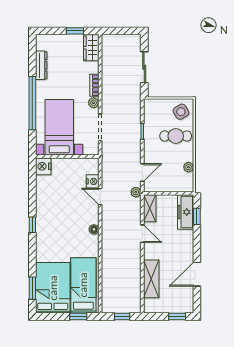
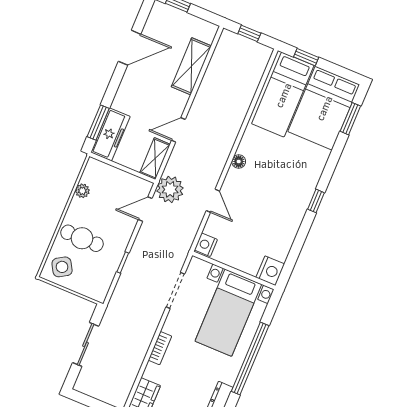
plant: (94, 103) -> (171, 326), removed
nightstand: (93, 181) -> (206, 245), moved
plant: (136, 192) -> (170, 189), width x1.88, depth x1.88
window: (197, 216) -> (98, 123), width x1.50
door: (142, 234) -> (178, 130), hinge flipped

